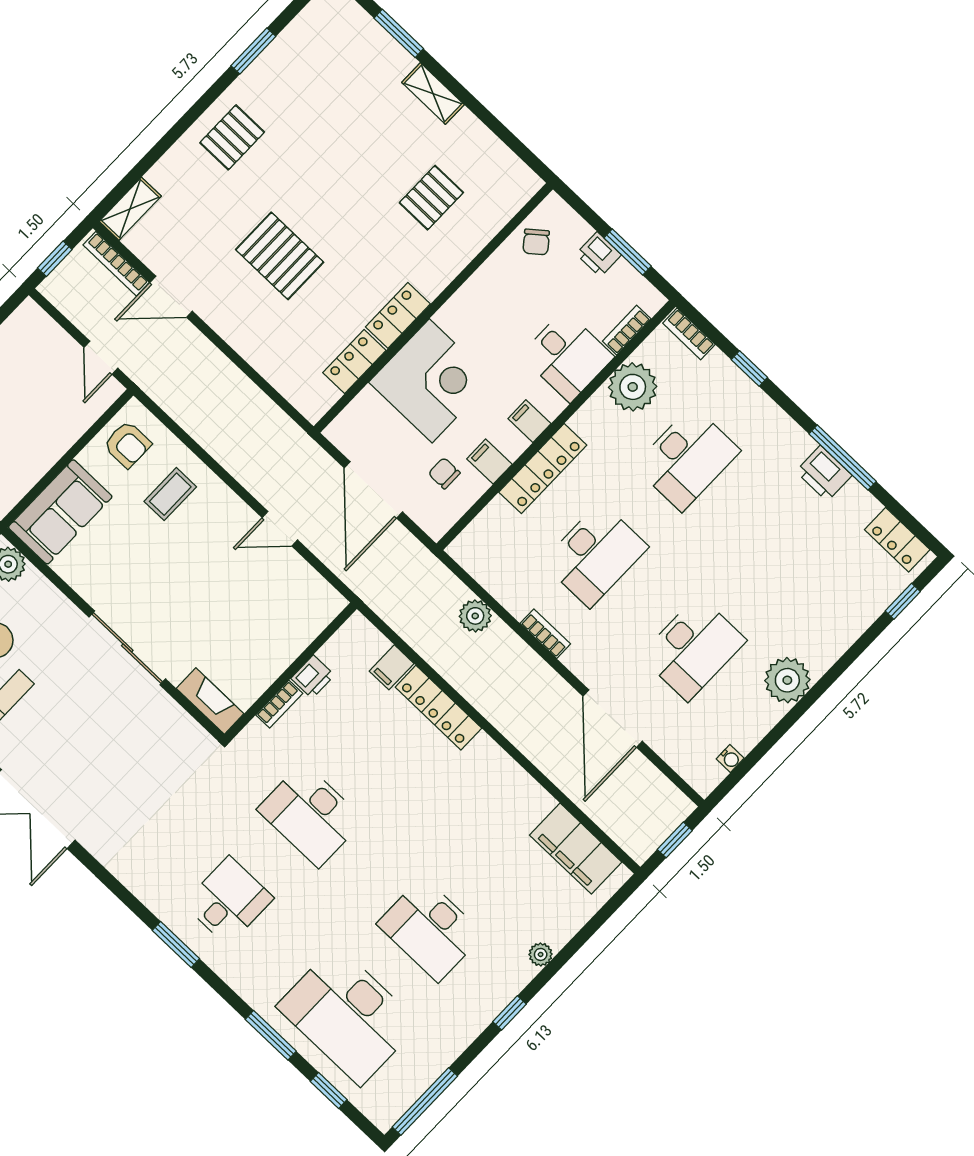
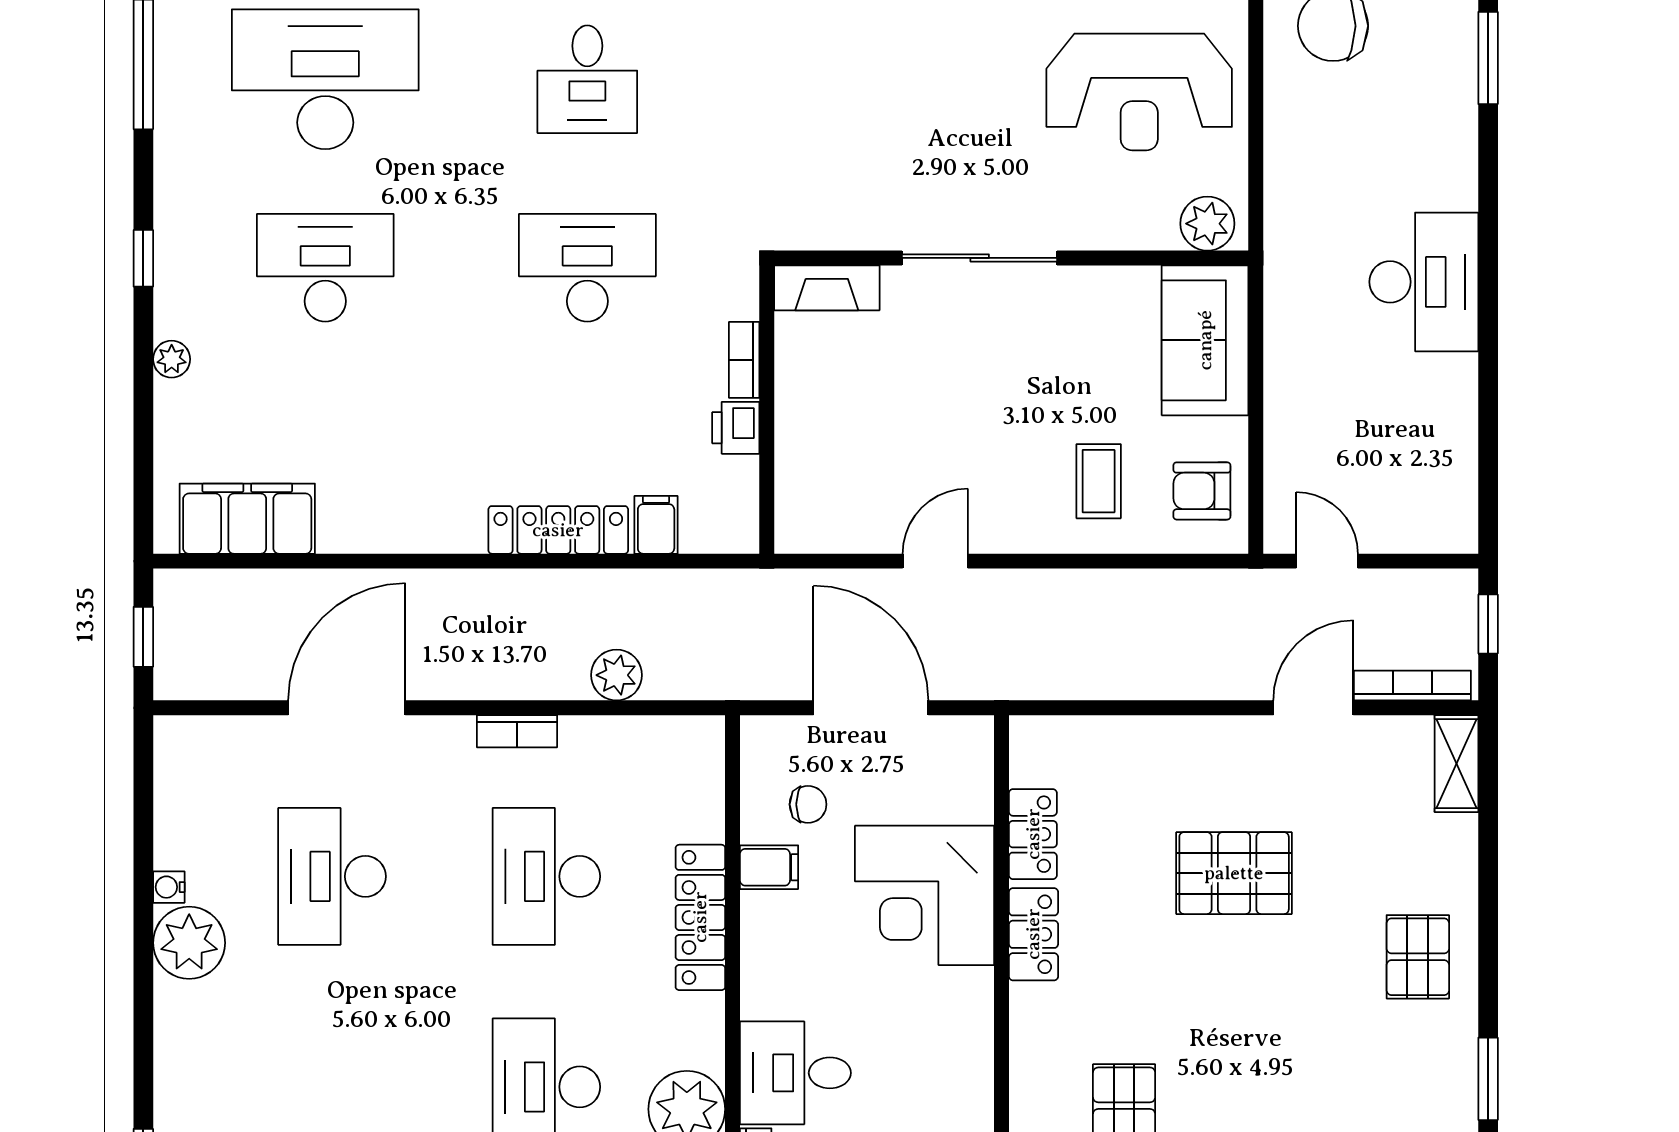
filing cabinet: (529, 421) -> (767, 957), removed
door: (613, 719) -> (347, 708), hinge flipped
water cooler: (730, 759) -> (169, 887), moved

